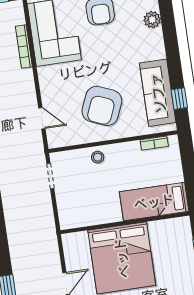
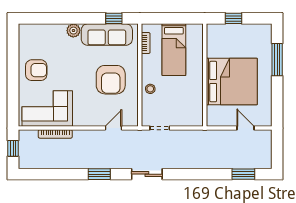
plant: (152, 20) -> (73, 31), moved
armchair: (102, 106) -> (111, 80), turned 67
bed: (154, 202) -> (174, 50), moved

